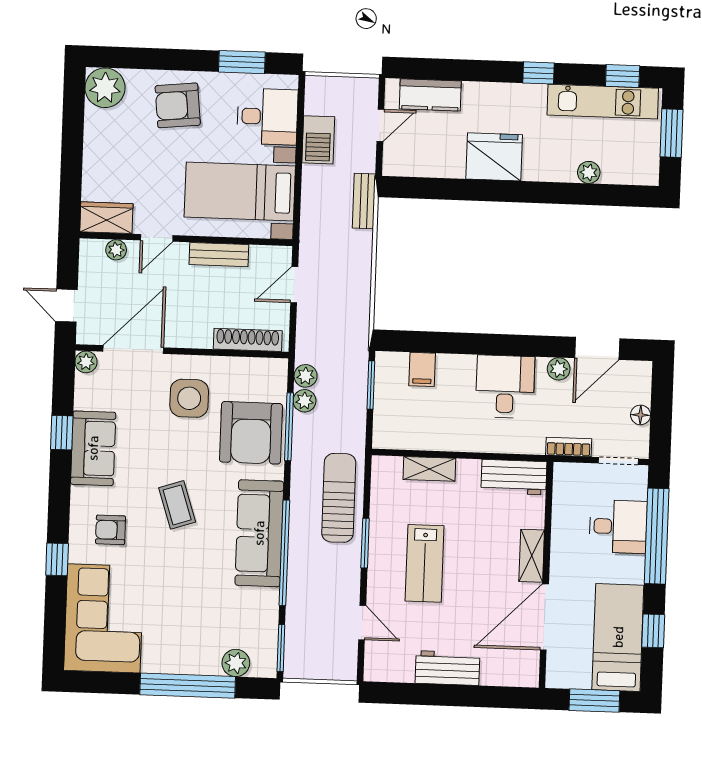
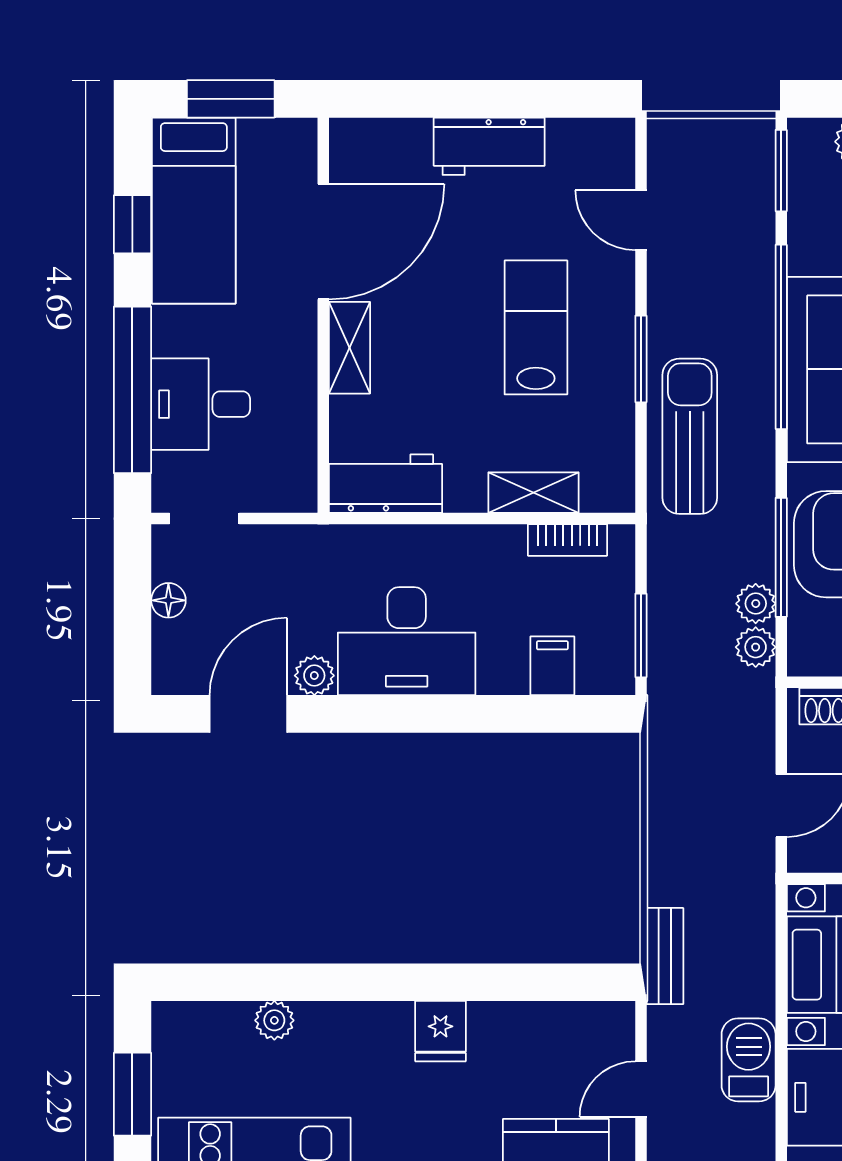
fridge: (494, 157) -> (440, 1031), width x0.53, depth x0.75
desk: (505, 387) -> (407, 641), width x1.37
bookcase: (569, 447) -> (568, 540), moved
sun lounger: (339, 498) -> (690, 436), turned 180

